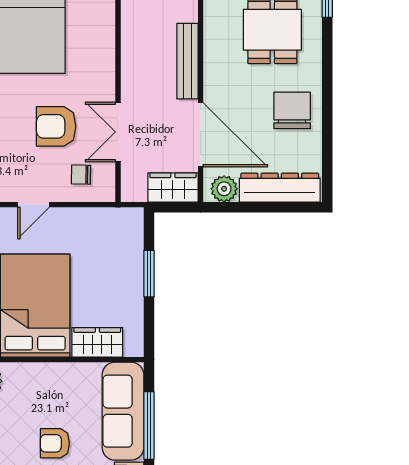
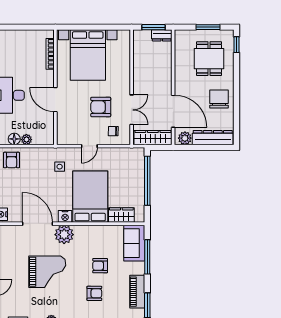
bench: (187, 61) -> (166, 74), removed
double door: (118, 132) -> (132, 110), swing flipped
wardrobe: (173, 187) -> (153, 138), width x1.50
window: (149, 274) -> (147, 181), width x2.11
sofa: (123, 411) -> (134, 243), width x0.73

